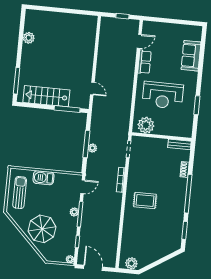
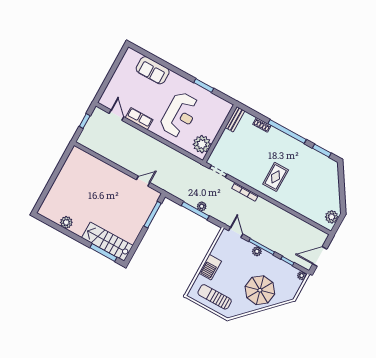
stairs: (46, 96) -> (107, 242), moved, turned 90

